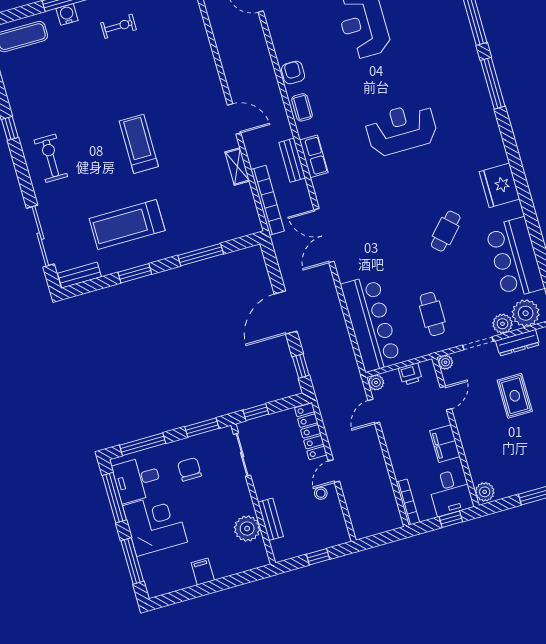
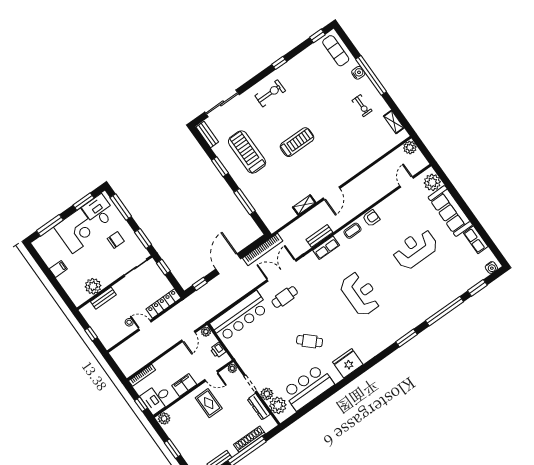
window: (493, 83) -> (407, 338), width x0.69
bookcase: (268, 200) -> (263, 250), moved
door: (286, 313) -> (228, 264), hinge flipped
cafe table: (432, 314) -> (285, 297), moved
rug: (515, 396) -> (209, 403), moved, turned 90
door: (374, 411) -> (188, 336), swing flipped
window: (114, 498) -> (84, 202), width x0.69

